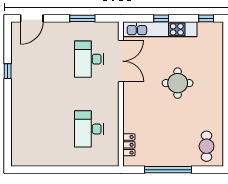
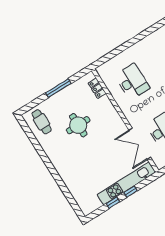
window: (206, 18) -> (113, 203), moved
round table: (178, 83) -> (78, 125), moved
window: (168, 170) -> (58, 88), width x0.68

